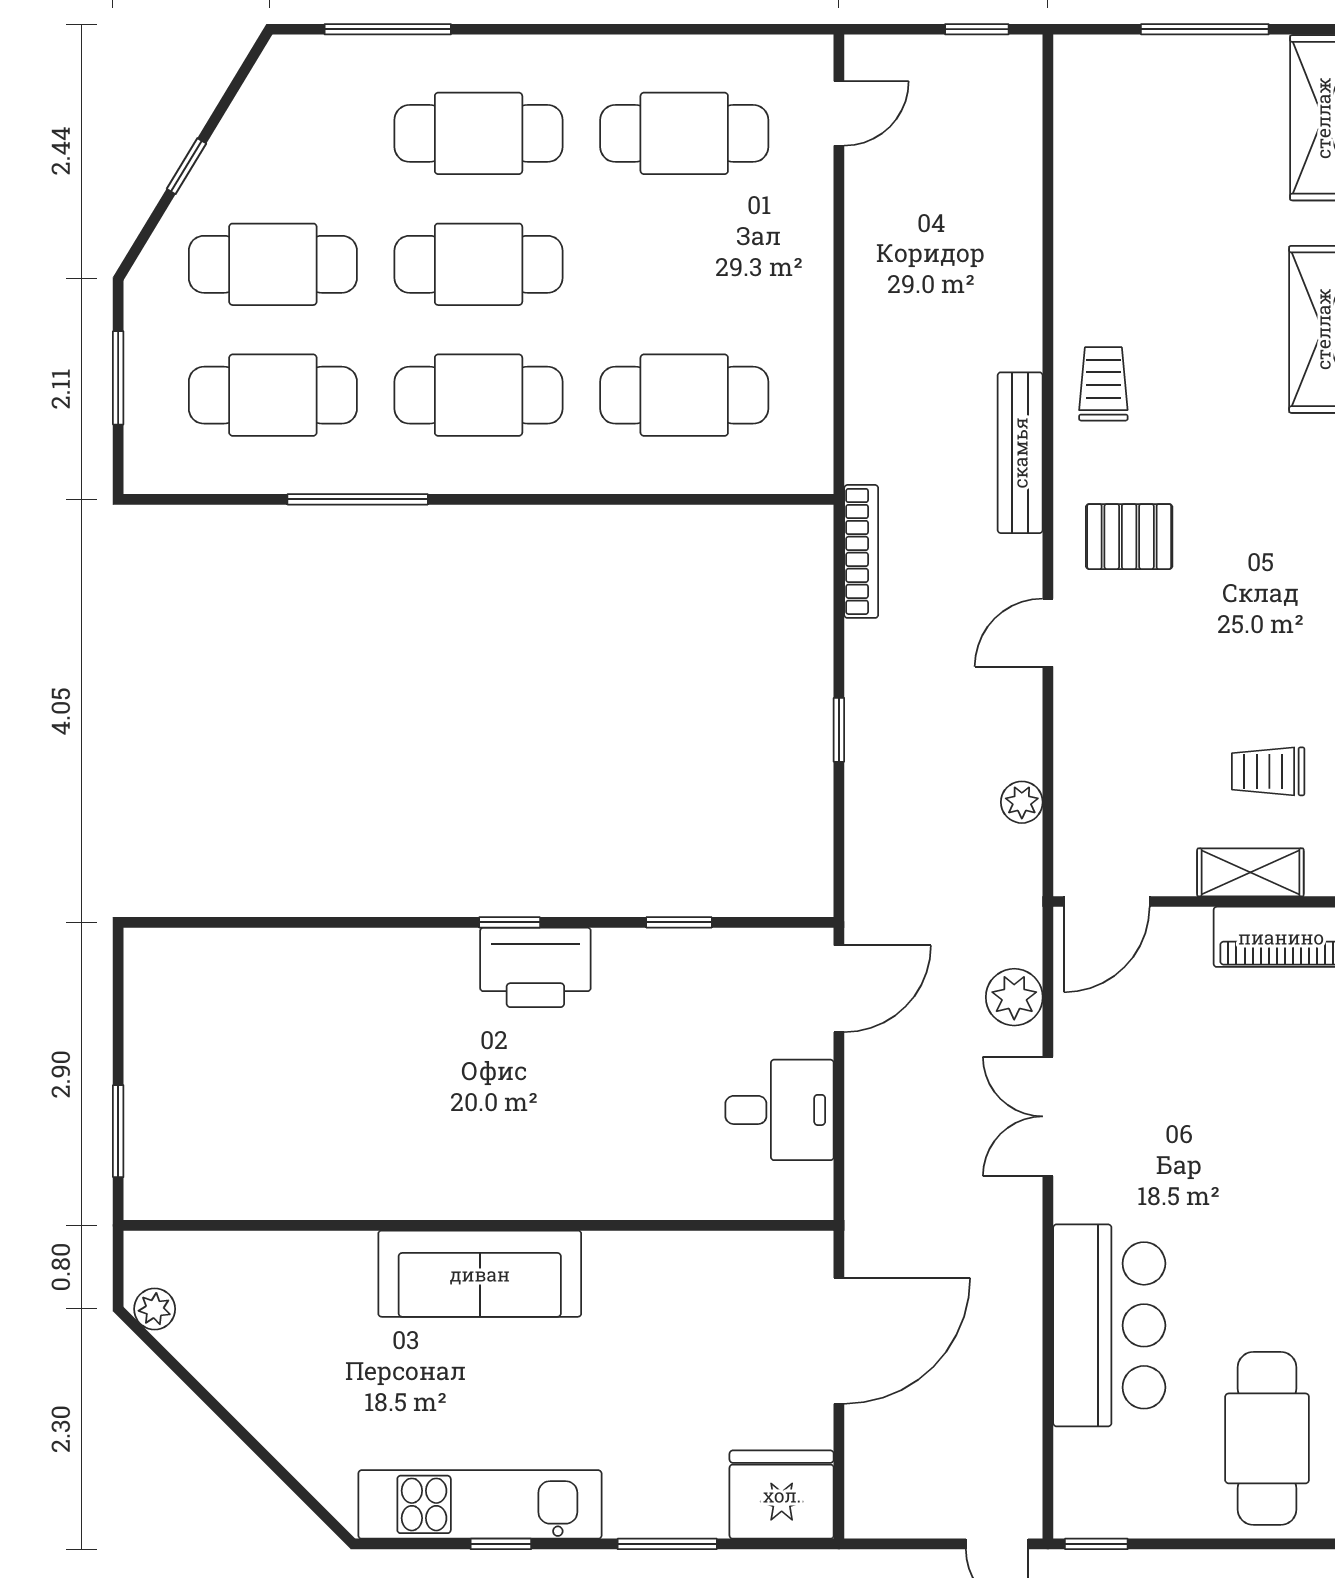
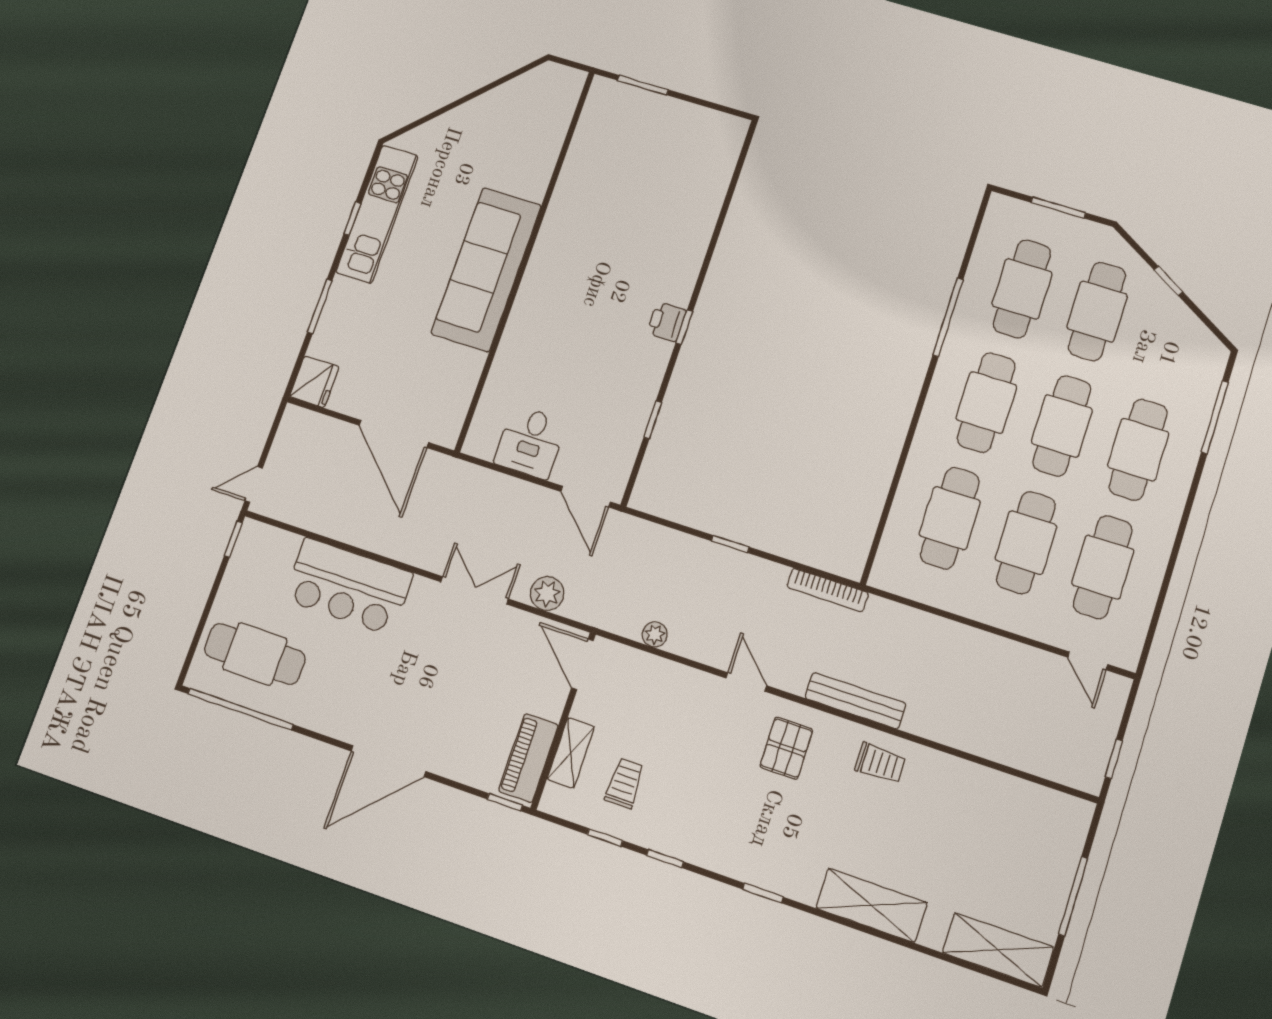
cafe table: (684, 264) -> (1026, 543), added
printer: (535, 967) -> (667, 322), width x0.53, depth x0.68
sofa: (480, 1274) -> (486, 269), width x1.36, depth x1.27
plant: (155, 1309) -> (542, 76), removed
fridge: (782, 1495) -> (314, 382), width x0.73, depth x0.75

